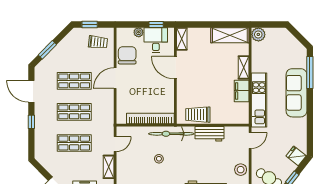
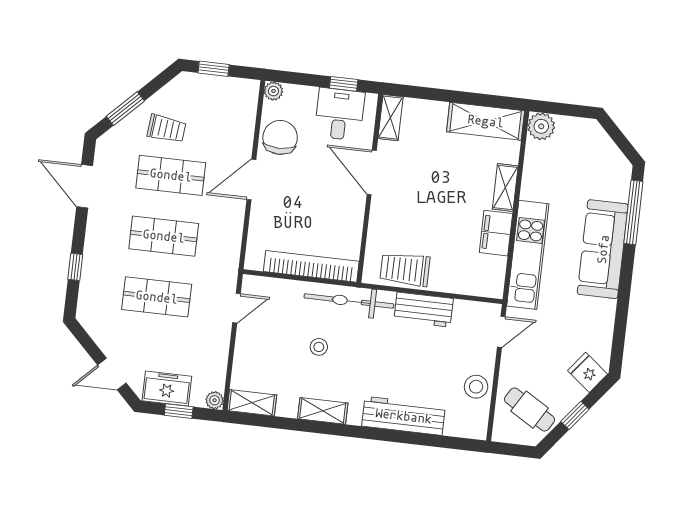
plant: (139, 32) -> (273, 91), moved
trolley: (98, 42) -> (167, 129), moved
window: (31, 122) -> (75, 267), moved
shelving: (109, 167) -> (219, 351), removed

